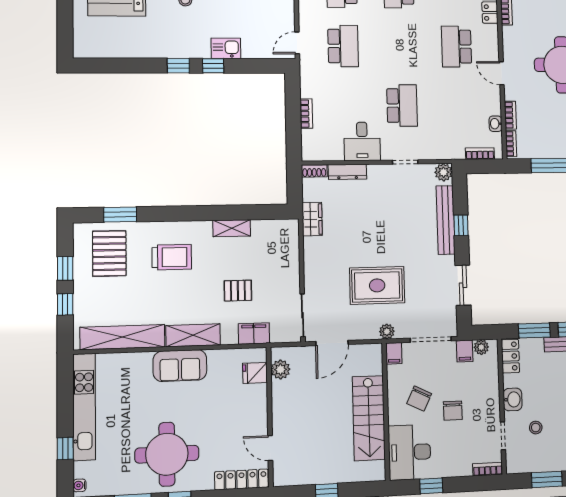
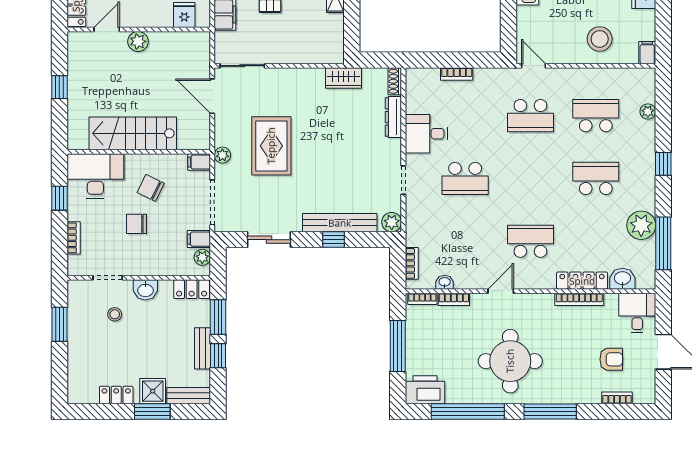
plant: (280, 370) -> (138, 41), moved
bookcase: (488, 469) -> (74, 238), moved

